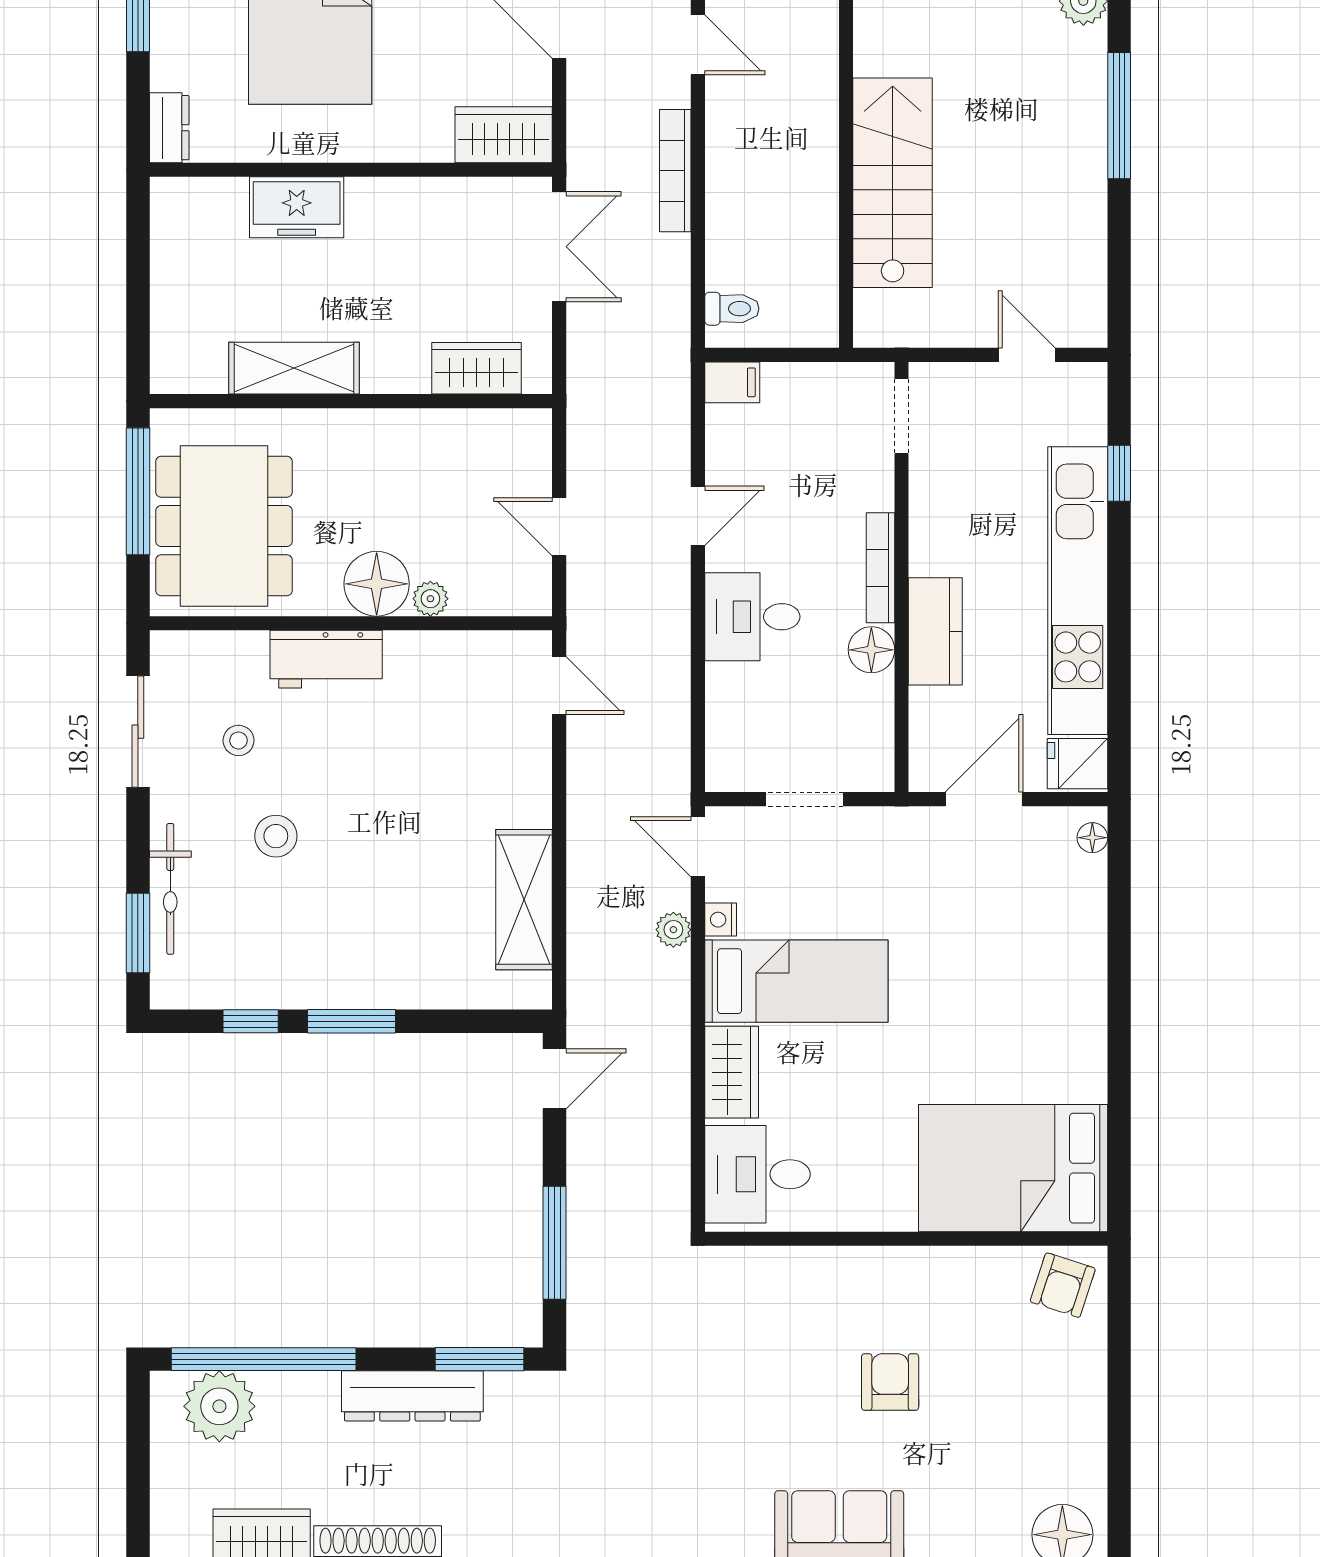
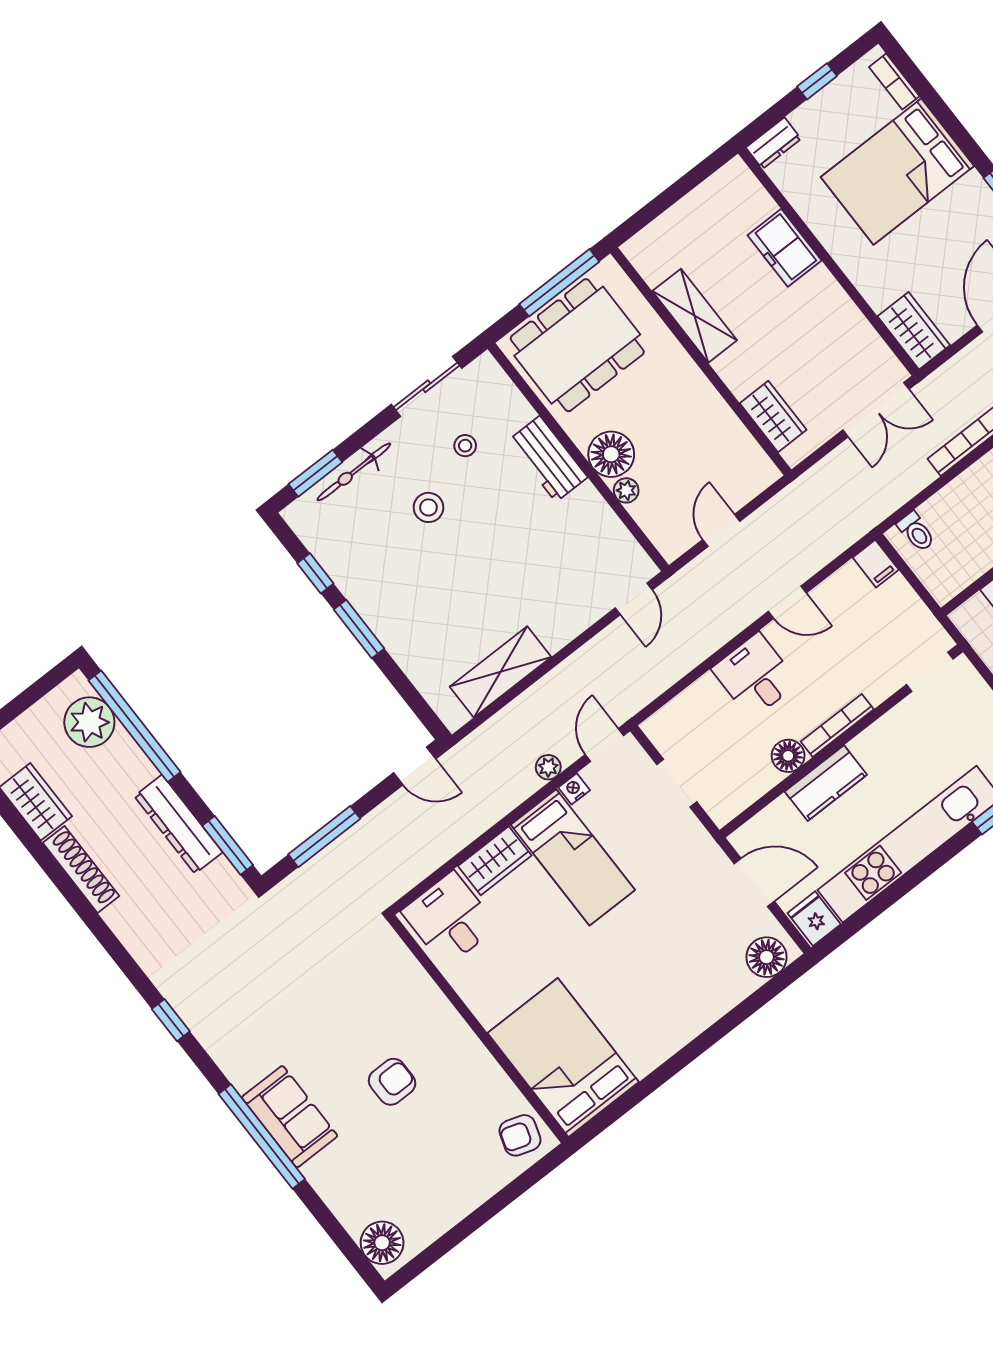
floor lamp: (1092, 838) -> (766, 957), width x1.89, depth x1.89

